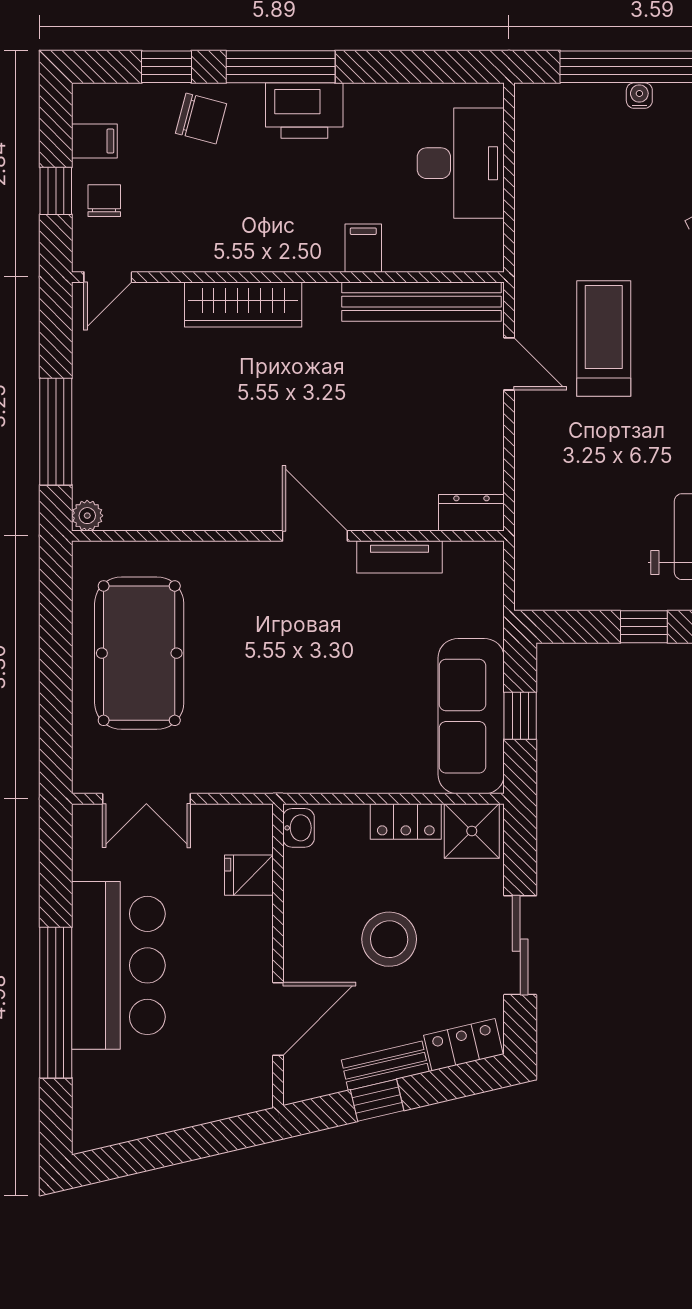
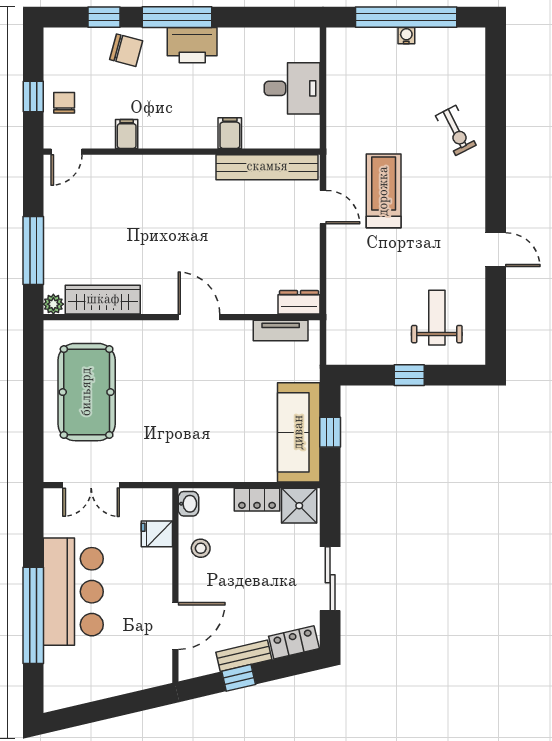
filing cabinet: (94, 141) -> (127, 134), moved, turned -90
desk: (461, 163) -> (292, 88), width x0.73
wardrobe: (243, 304) -> (103, 300), moved, turned 180
tv unit: (400, 557) -> (281, 331), moved
stool: (389, 939) -> (201, 548), moved, width x0.53, depth x0.53

